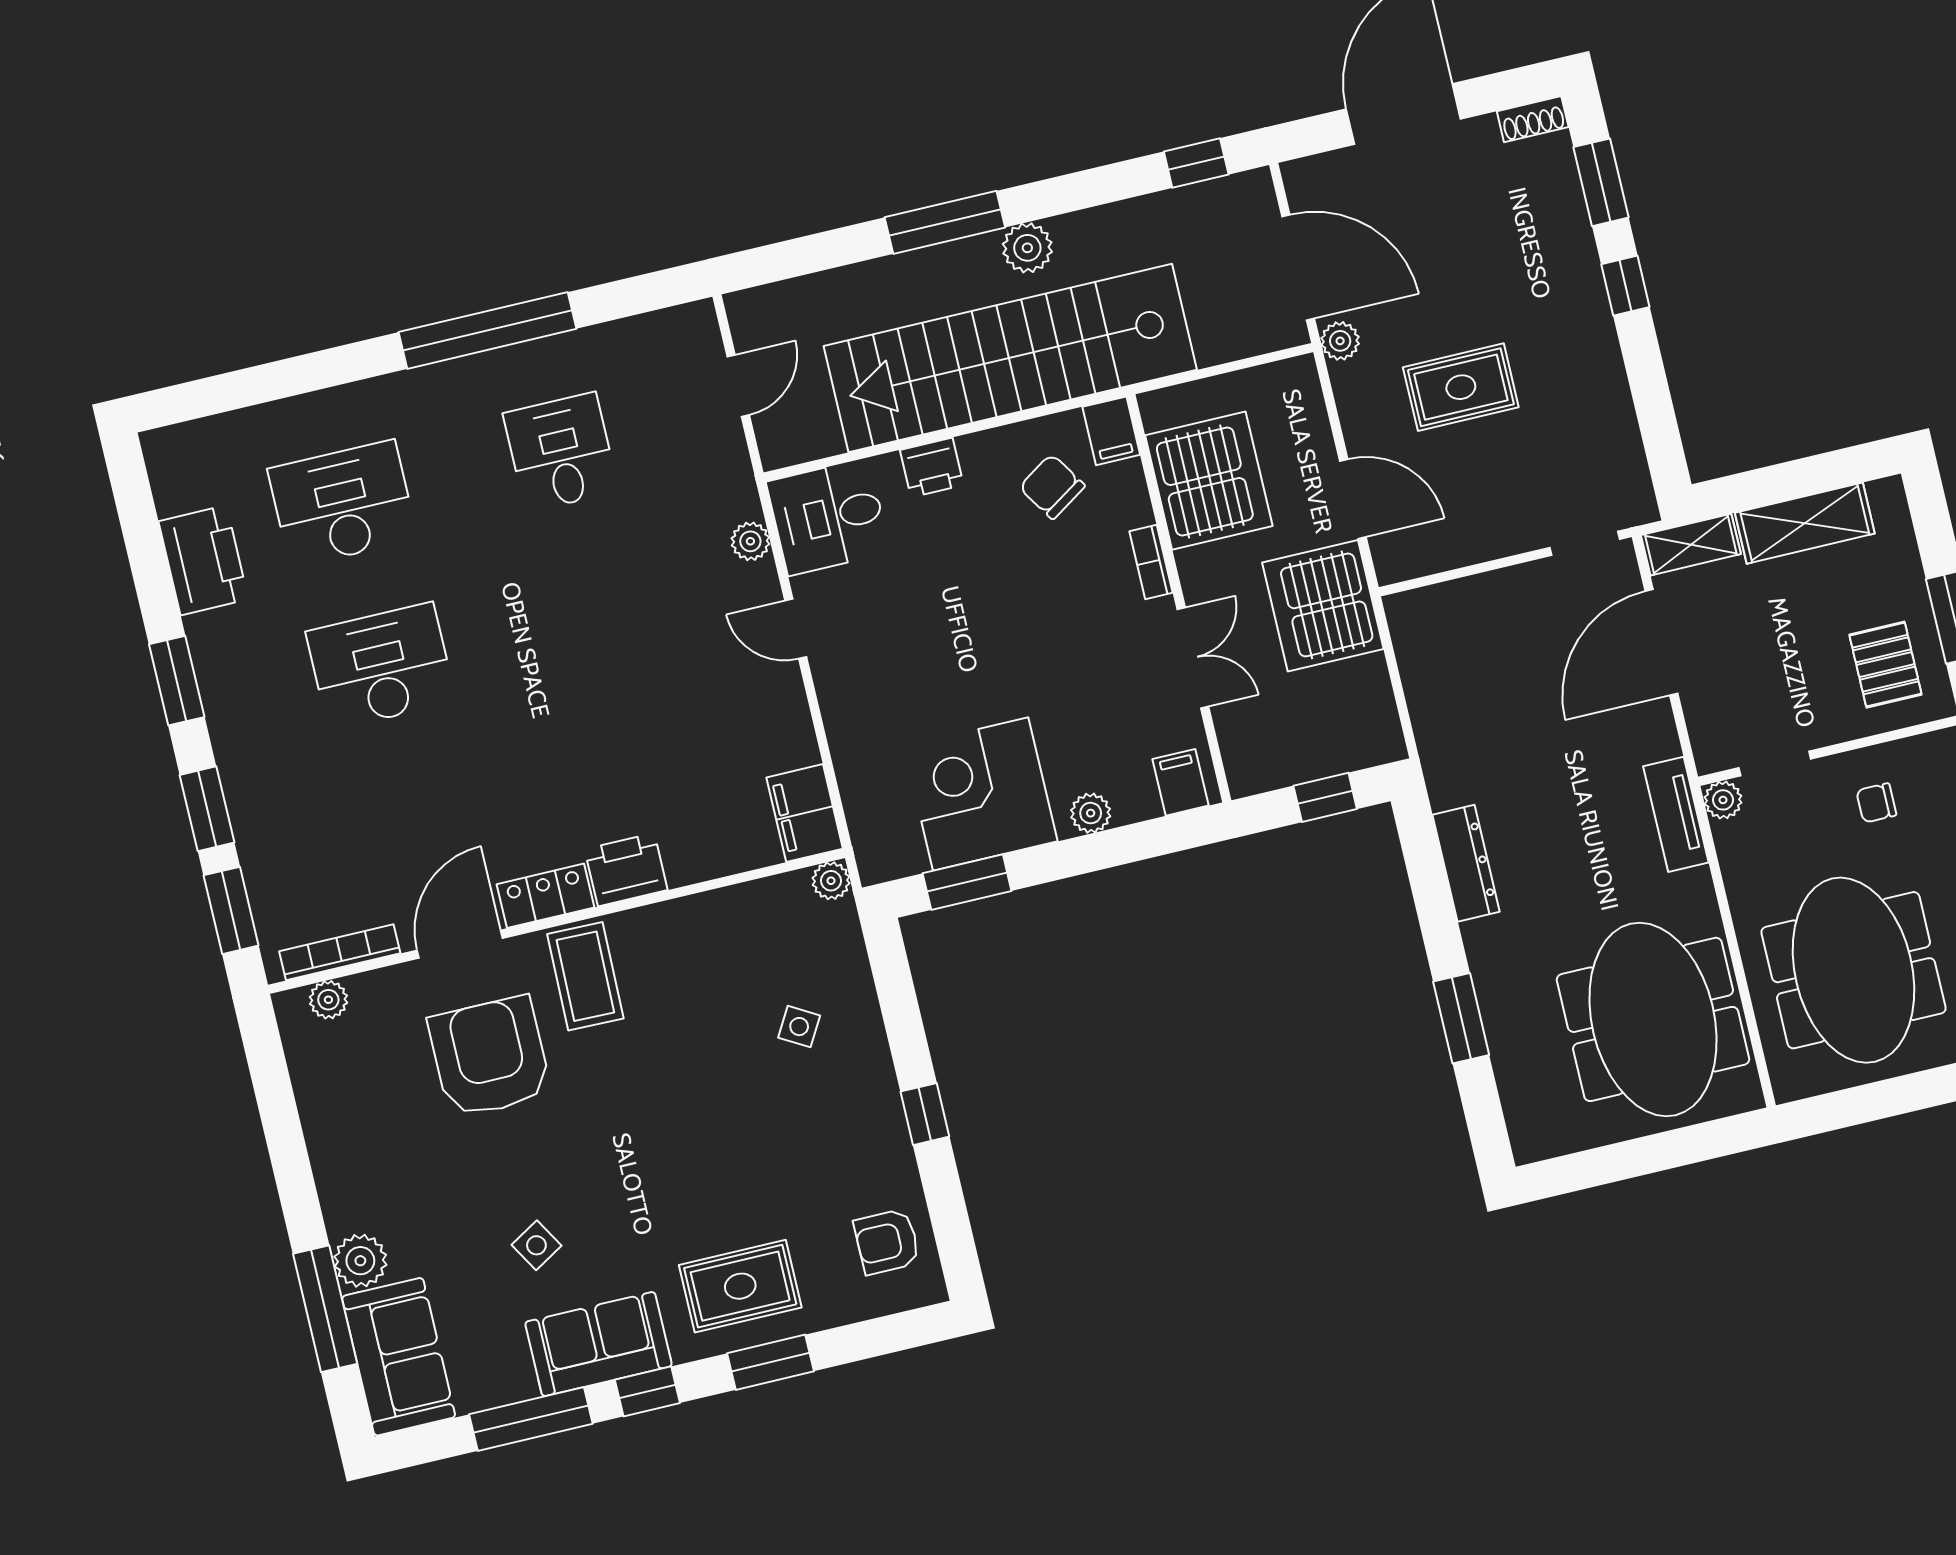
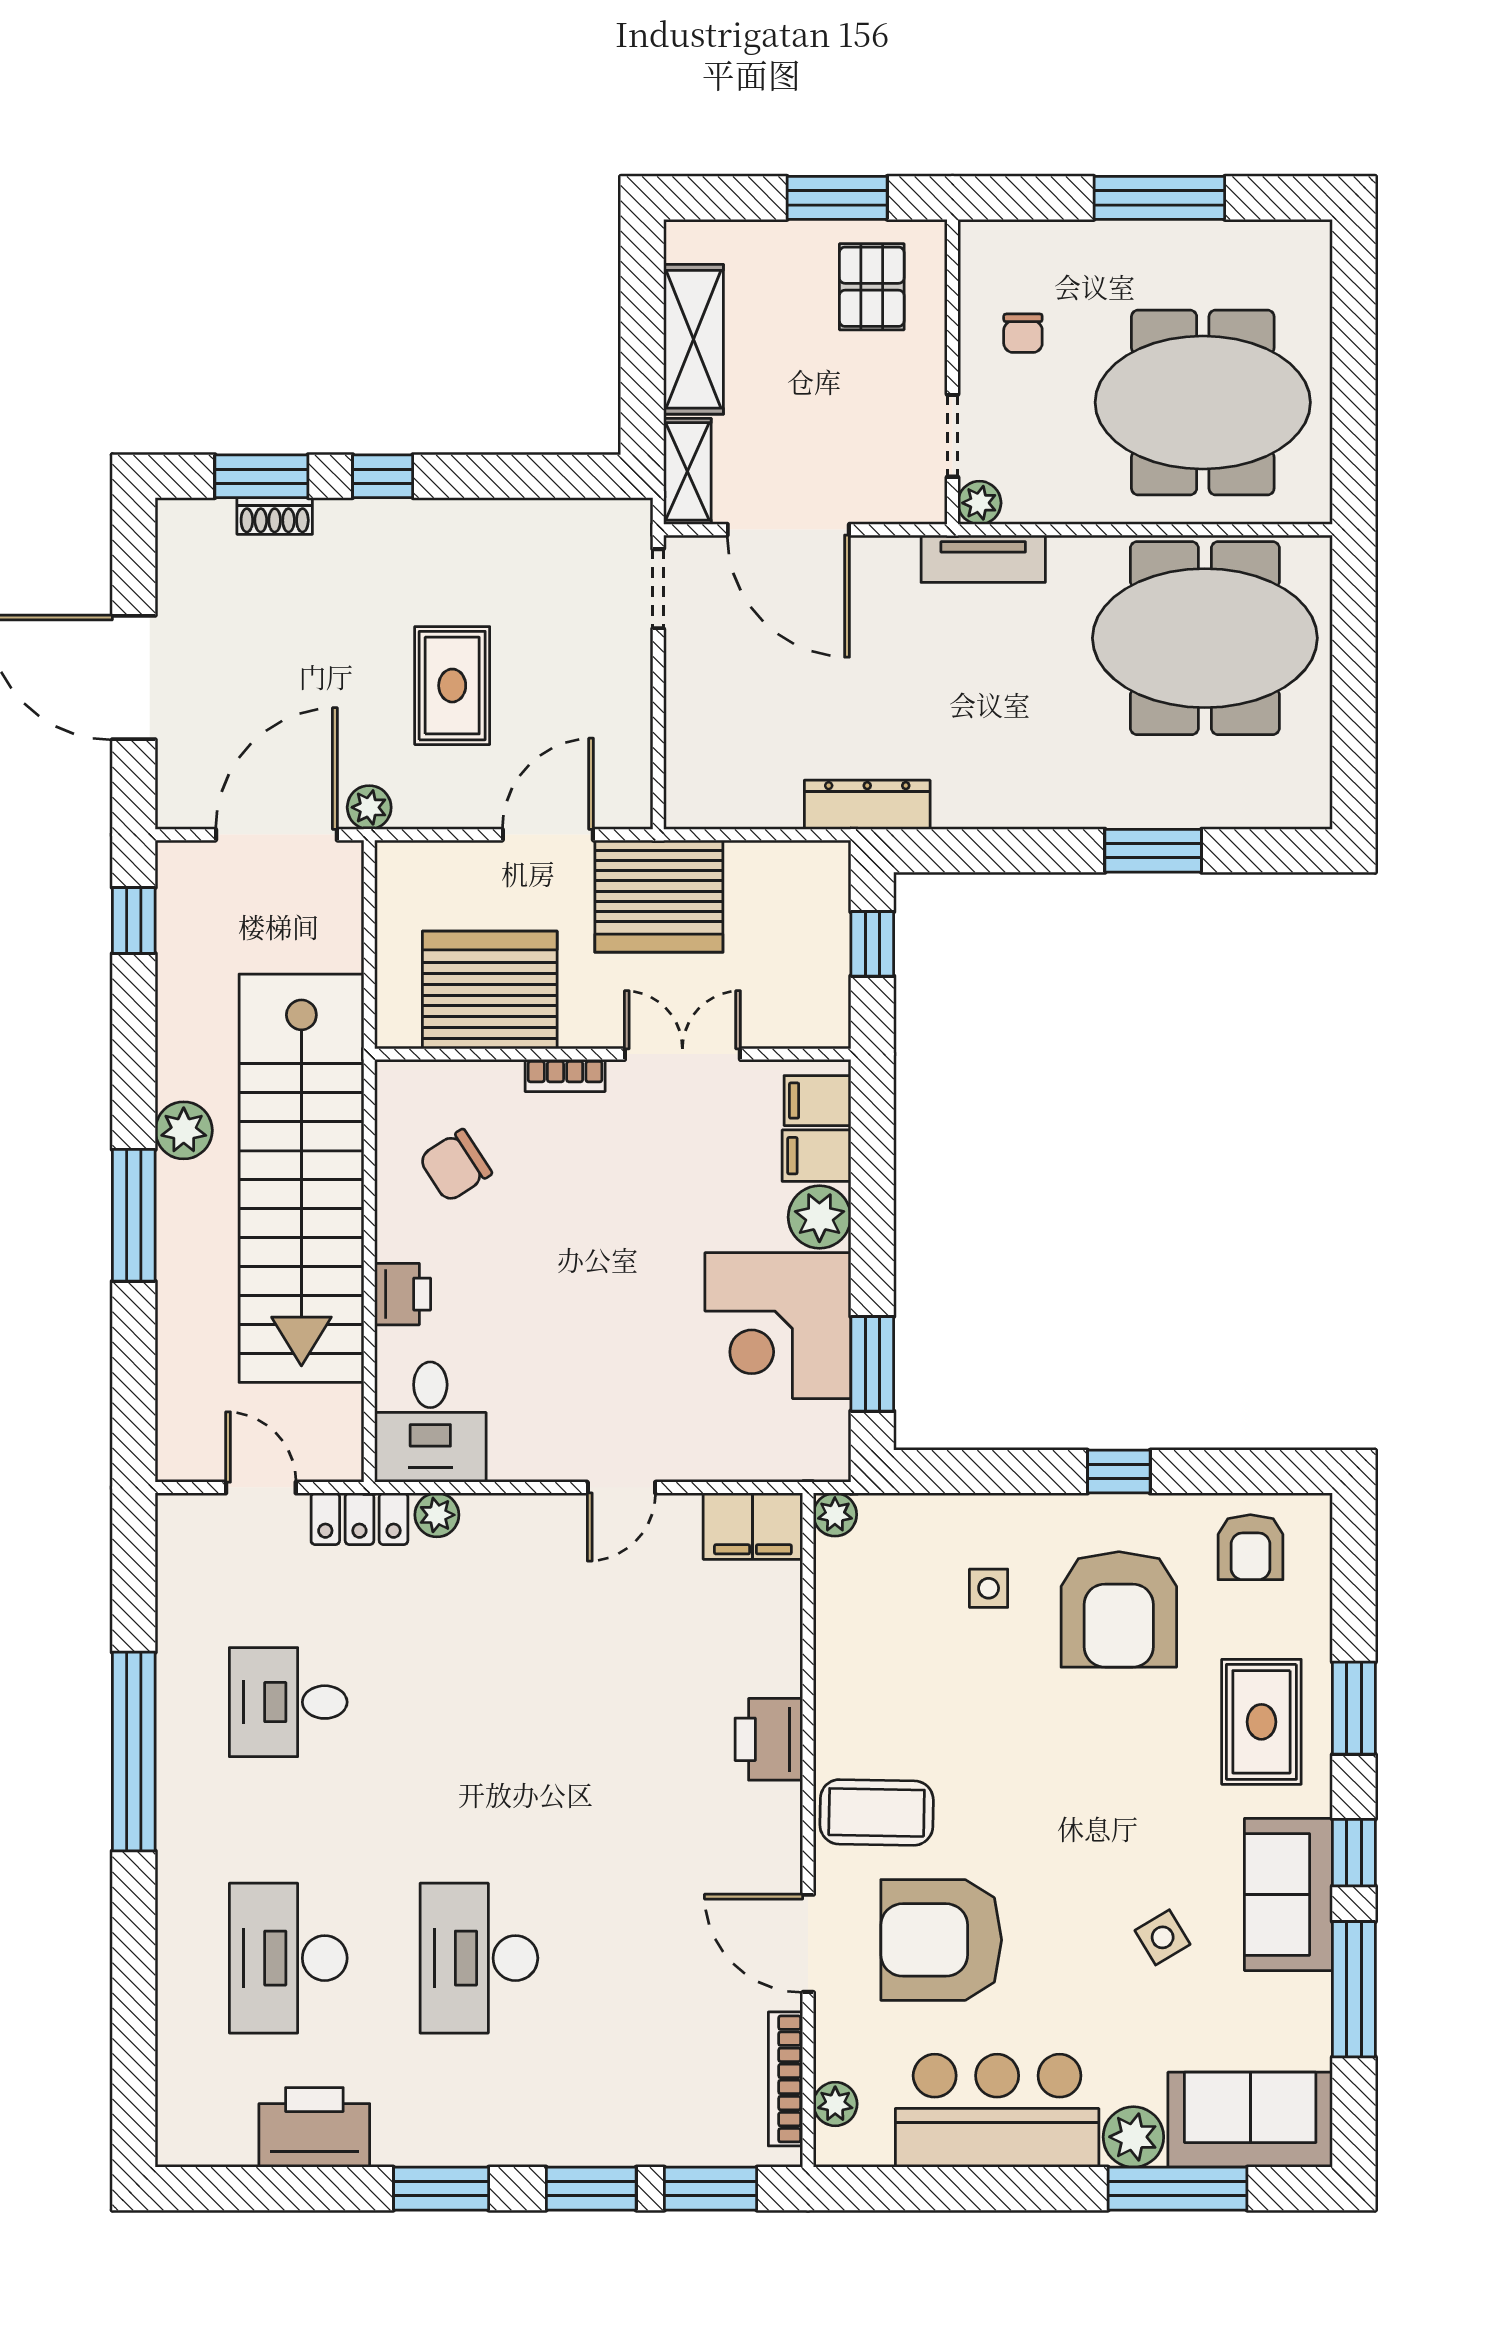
shoe rack: (1533, 119) -> (275, 516), moved, turned 90
filing cabinet: (1111, 431) -> (816, 1156), moved, turned 180
door: (796, 629) -> (621, 1488), moved
pallet: (1885, 665) -> (872, 287), turned 90
plant: (1091, 813) -> (819, 1217), width x1.38, depth x1.38
dresser: (1466, 863) -> (867, 805), moved
locker: (546, 896) -> (359, 1519), moved, turned -90
side table: (799, 1027) -> (989, 1588), turned -30
bar counter: (355, 1139) -> (997, 2111), added
armchair: (807, 1142) -> (1119, 1609), added

